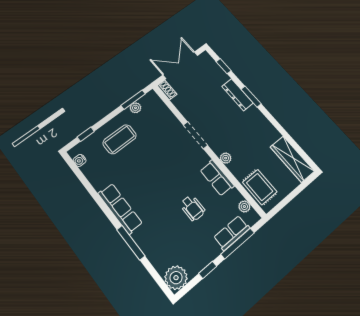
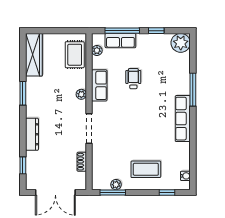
shoe rack: (167, 90) -> (82, 162), moved
window: (251, 97) -> (23, 93), moved

